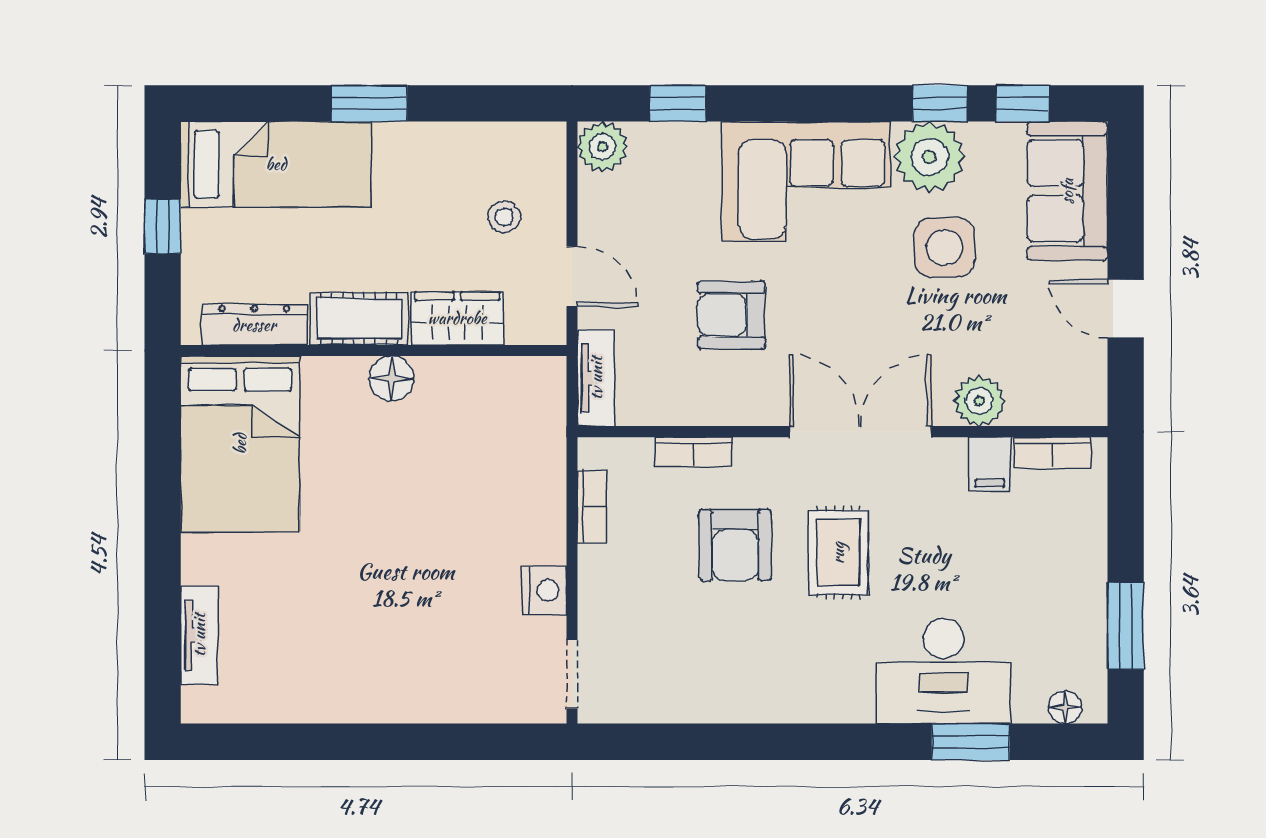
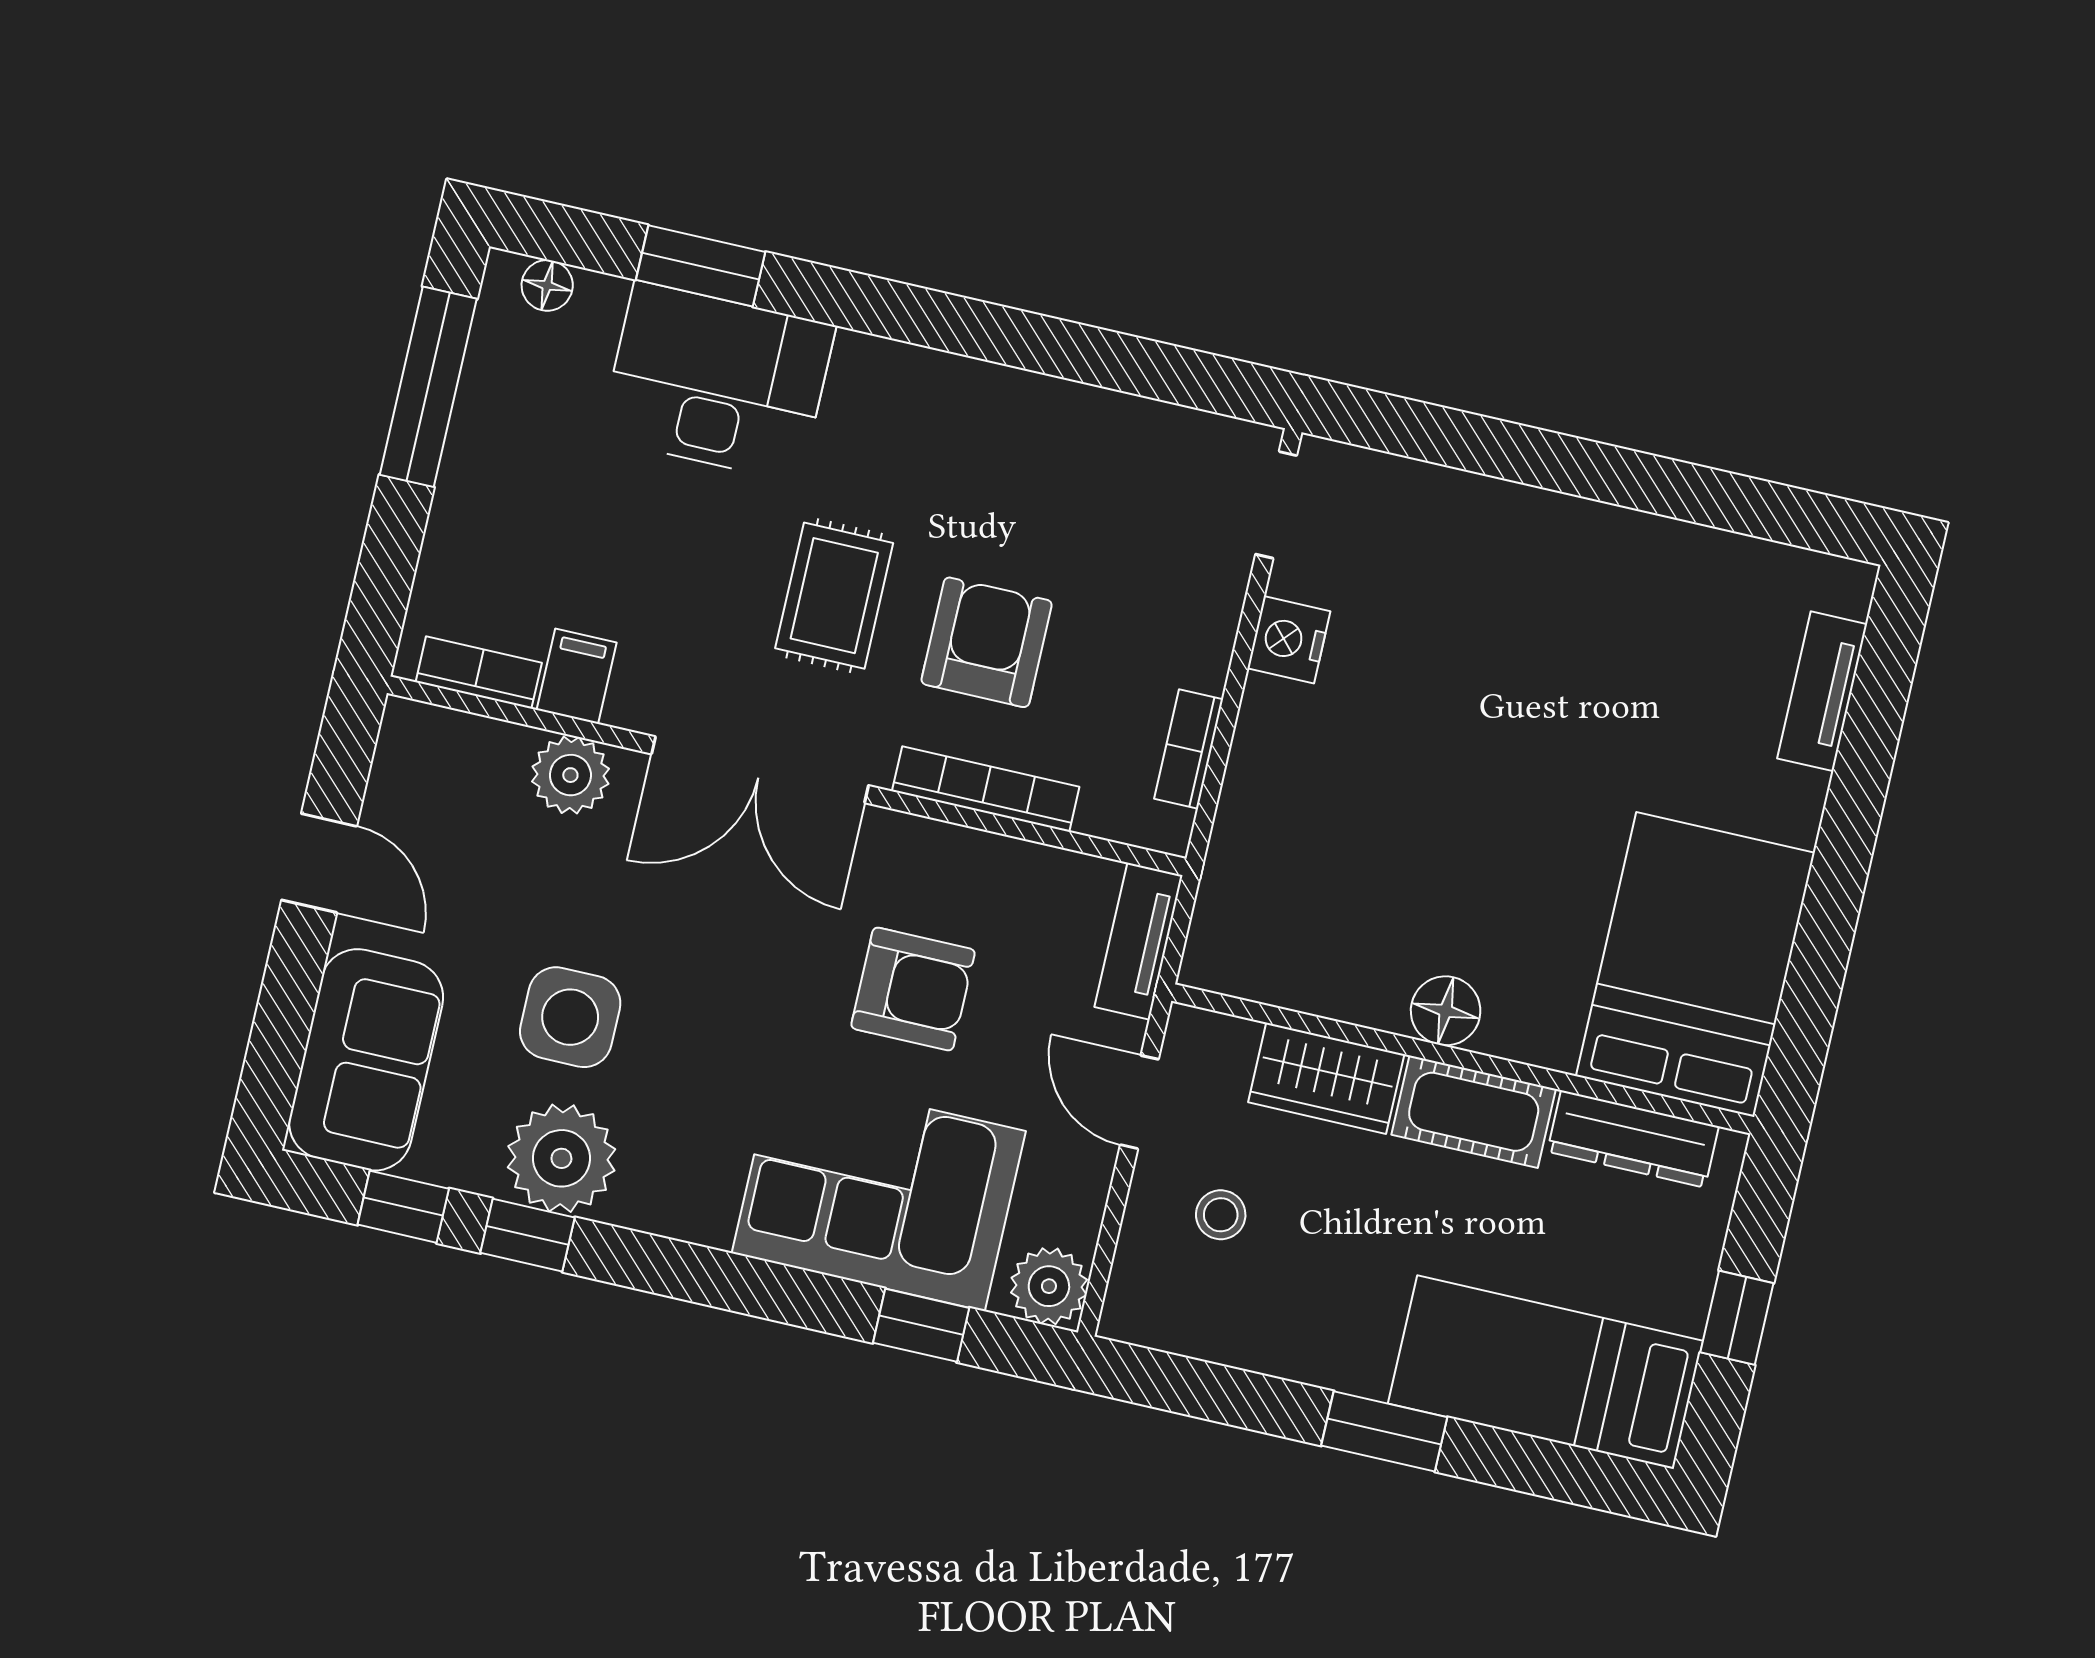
corner sofa: (806, 182) -> (879, 1192), moved
bookcase: (693, 452) -> (986, 789), width x1.56
window: (1126, 626) -> (428, 387), width x1.44

